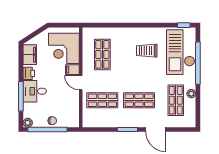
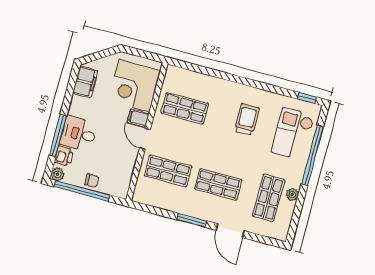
trolley: (147, 51) -> (247, 119), turned 90
checkout: (181, 52) -> (293, 134), width x0.73, depth x0.83
shop shelf: (102, 54) -> (185, 108), turned 90
printer: (29, 73) -> (64, 156), moved

